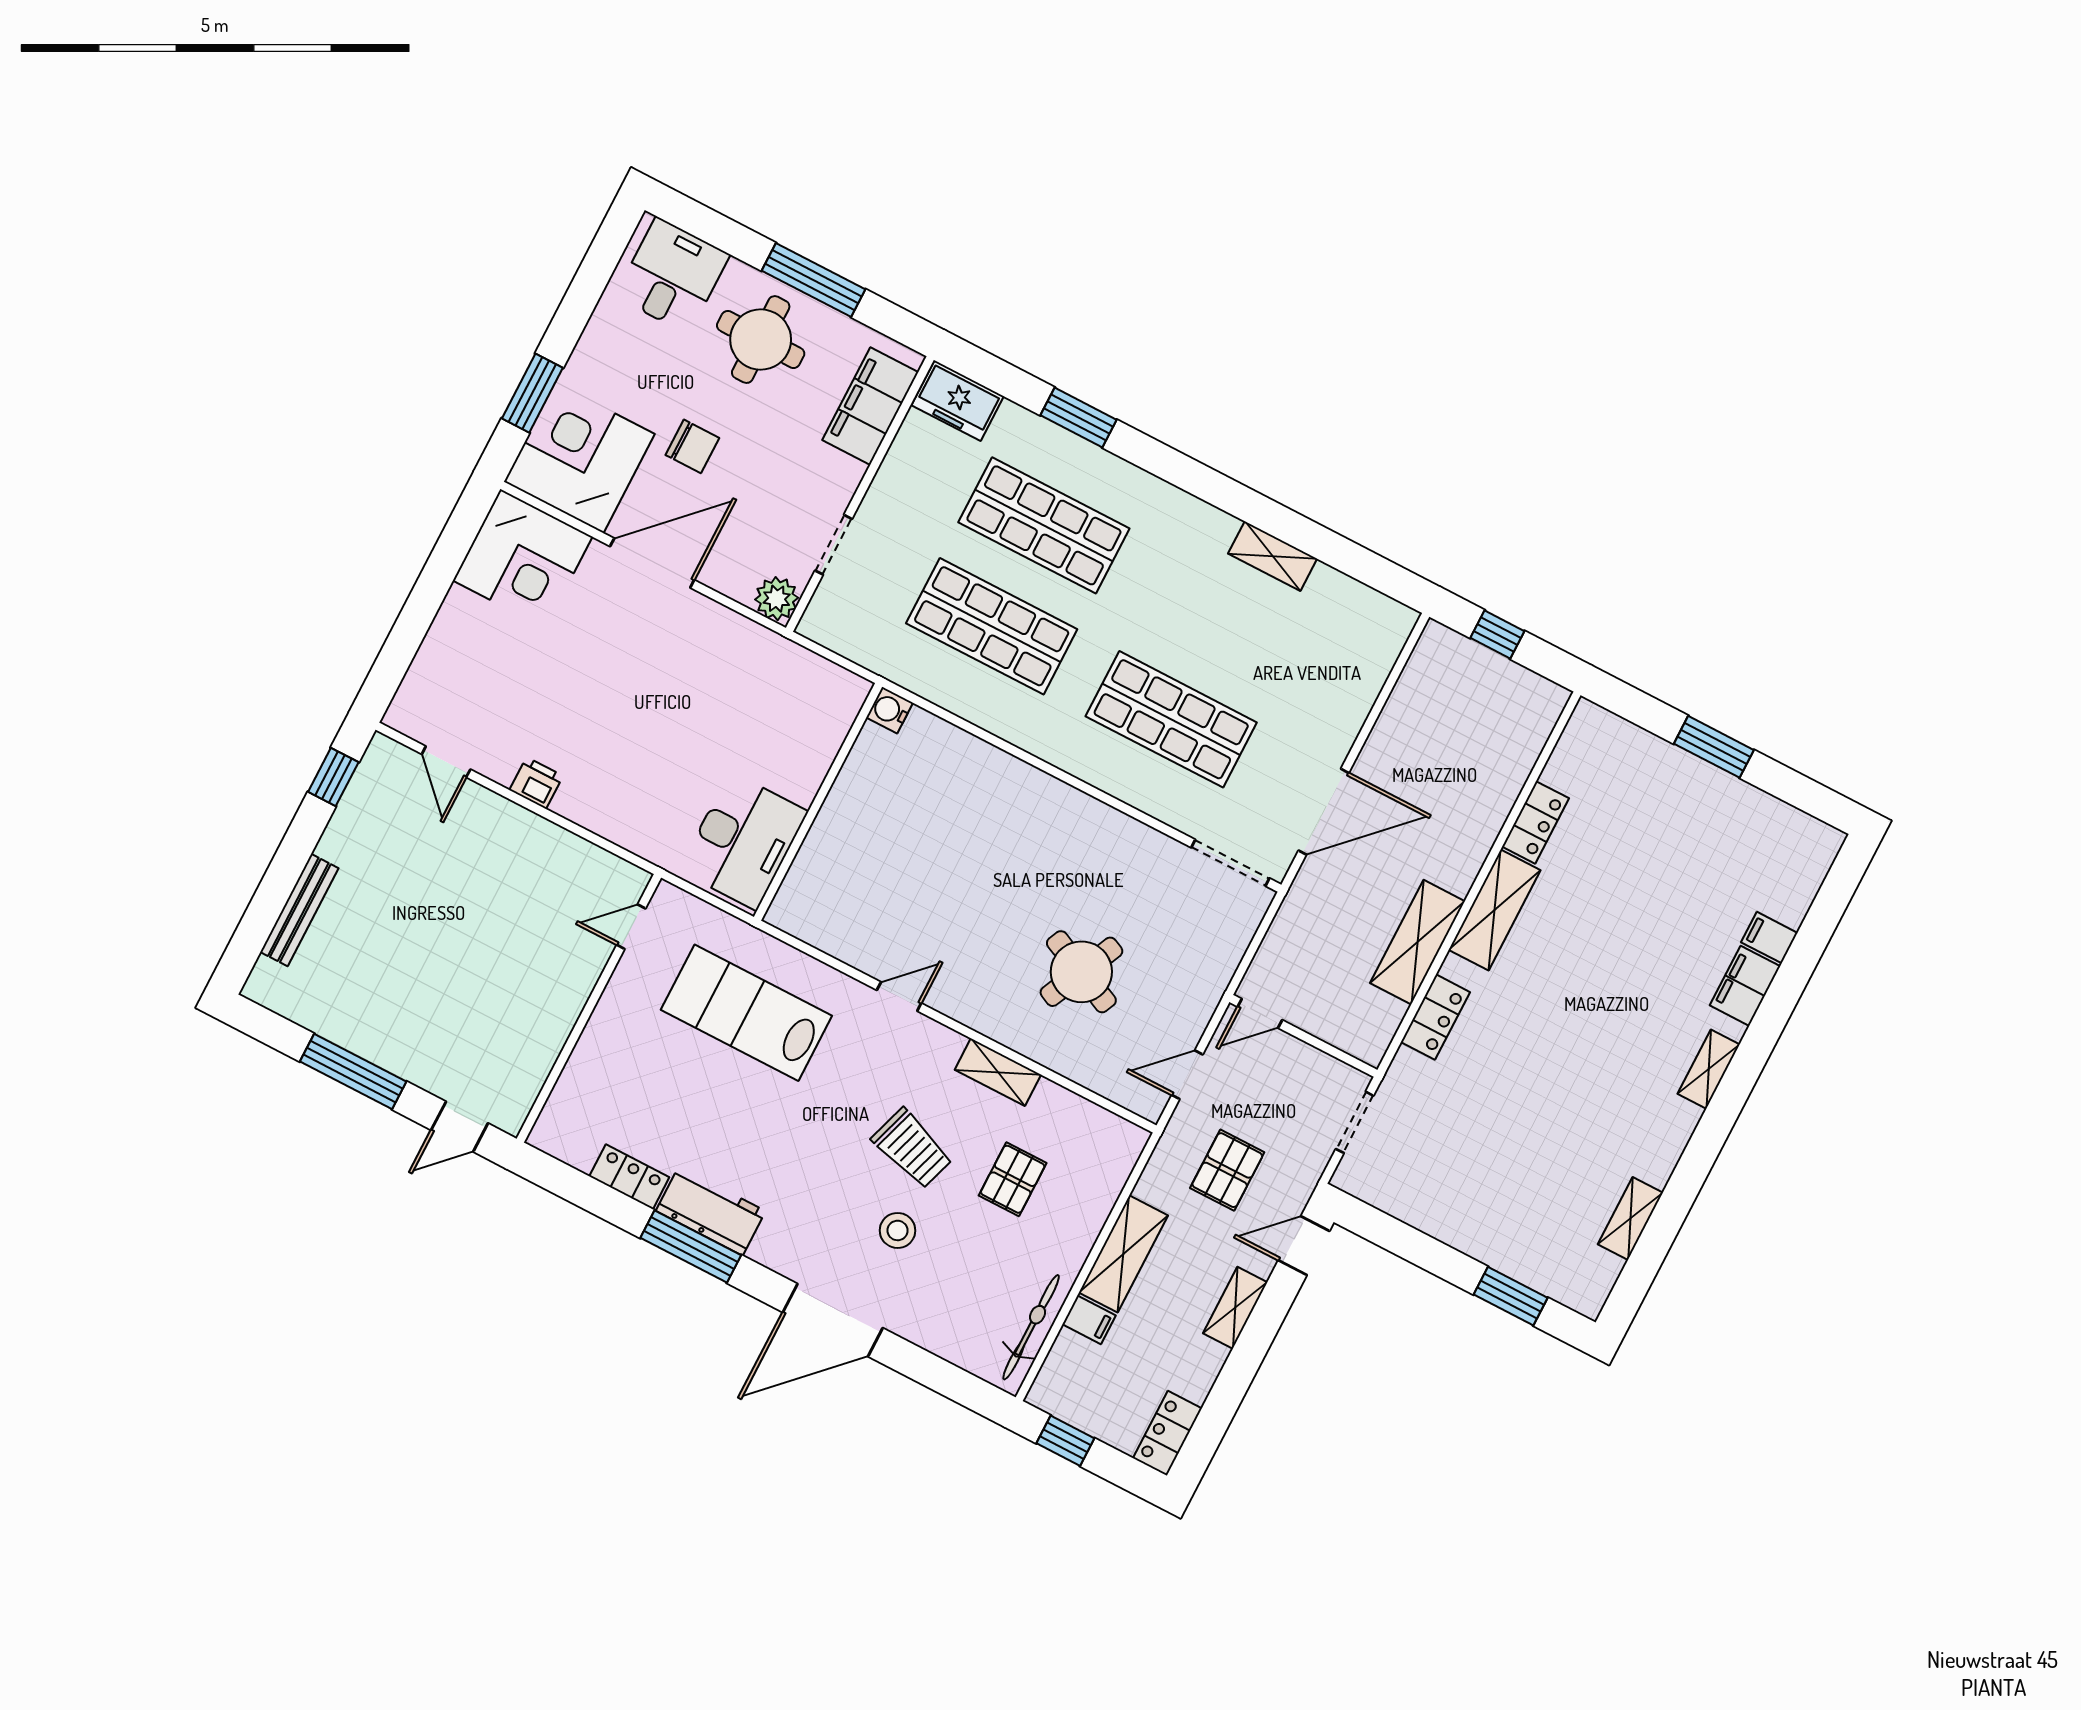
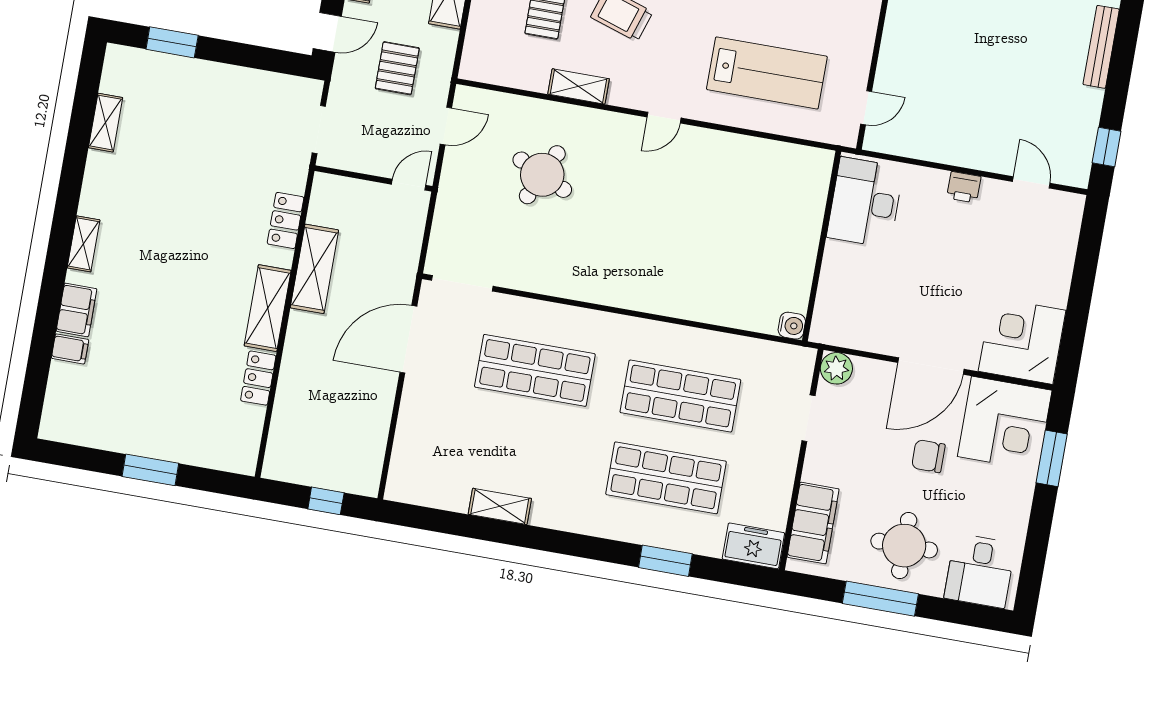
water cooler: (890, 710) -> (792, 326), moved
wall: (818, 802) -> (822, 246), moved
desk: (743, 841) -> (865, 202), moved

